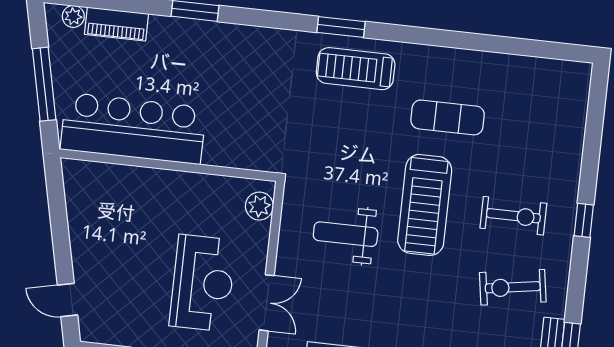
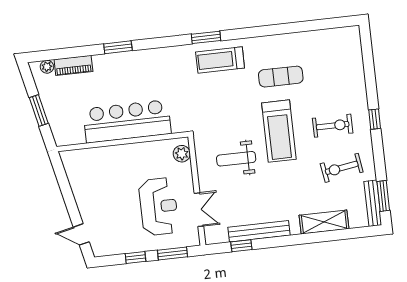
window: (44, 84) -> (39, 110), width x0.69
bar counter: (133, 128) -> (127, 121), moved

